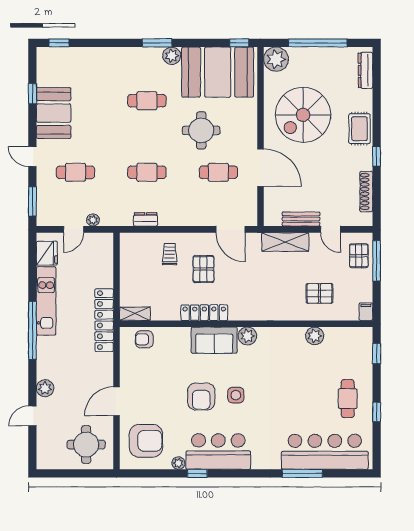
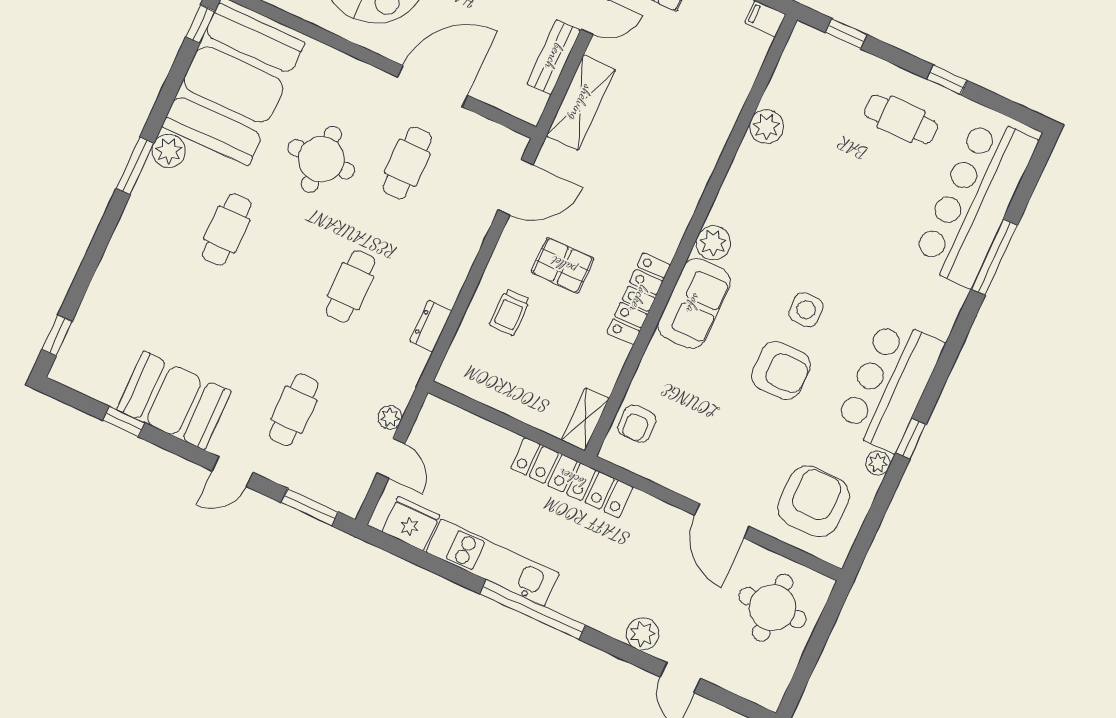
trolley: (170, 254) -> (510, 312), turned -90
pallet: (319, 293) -> (697, 84), removed

